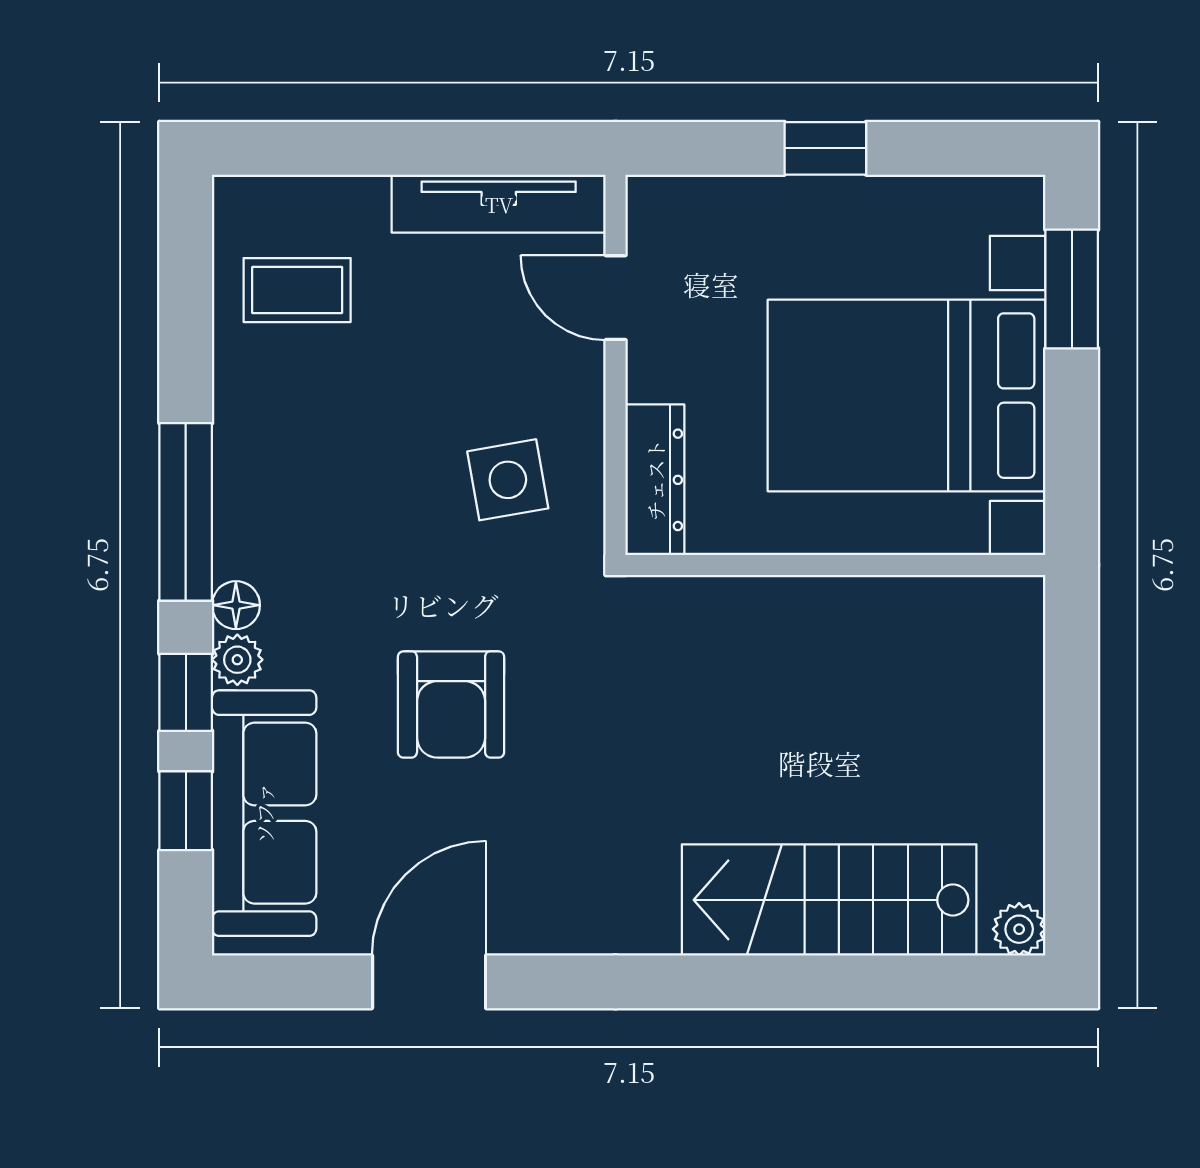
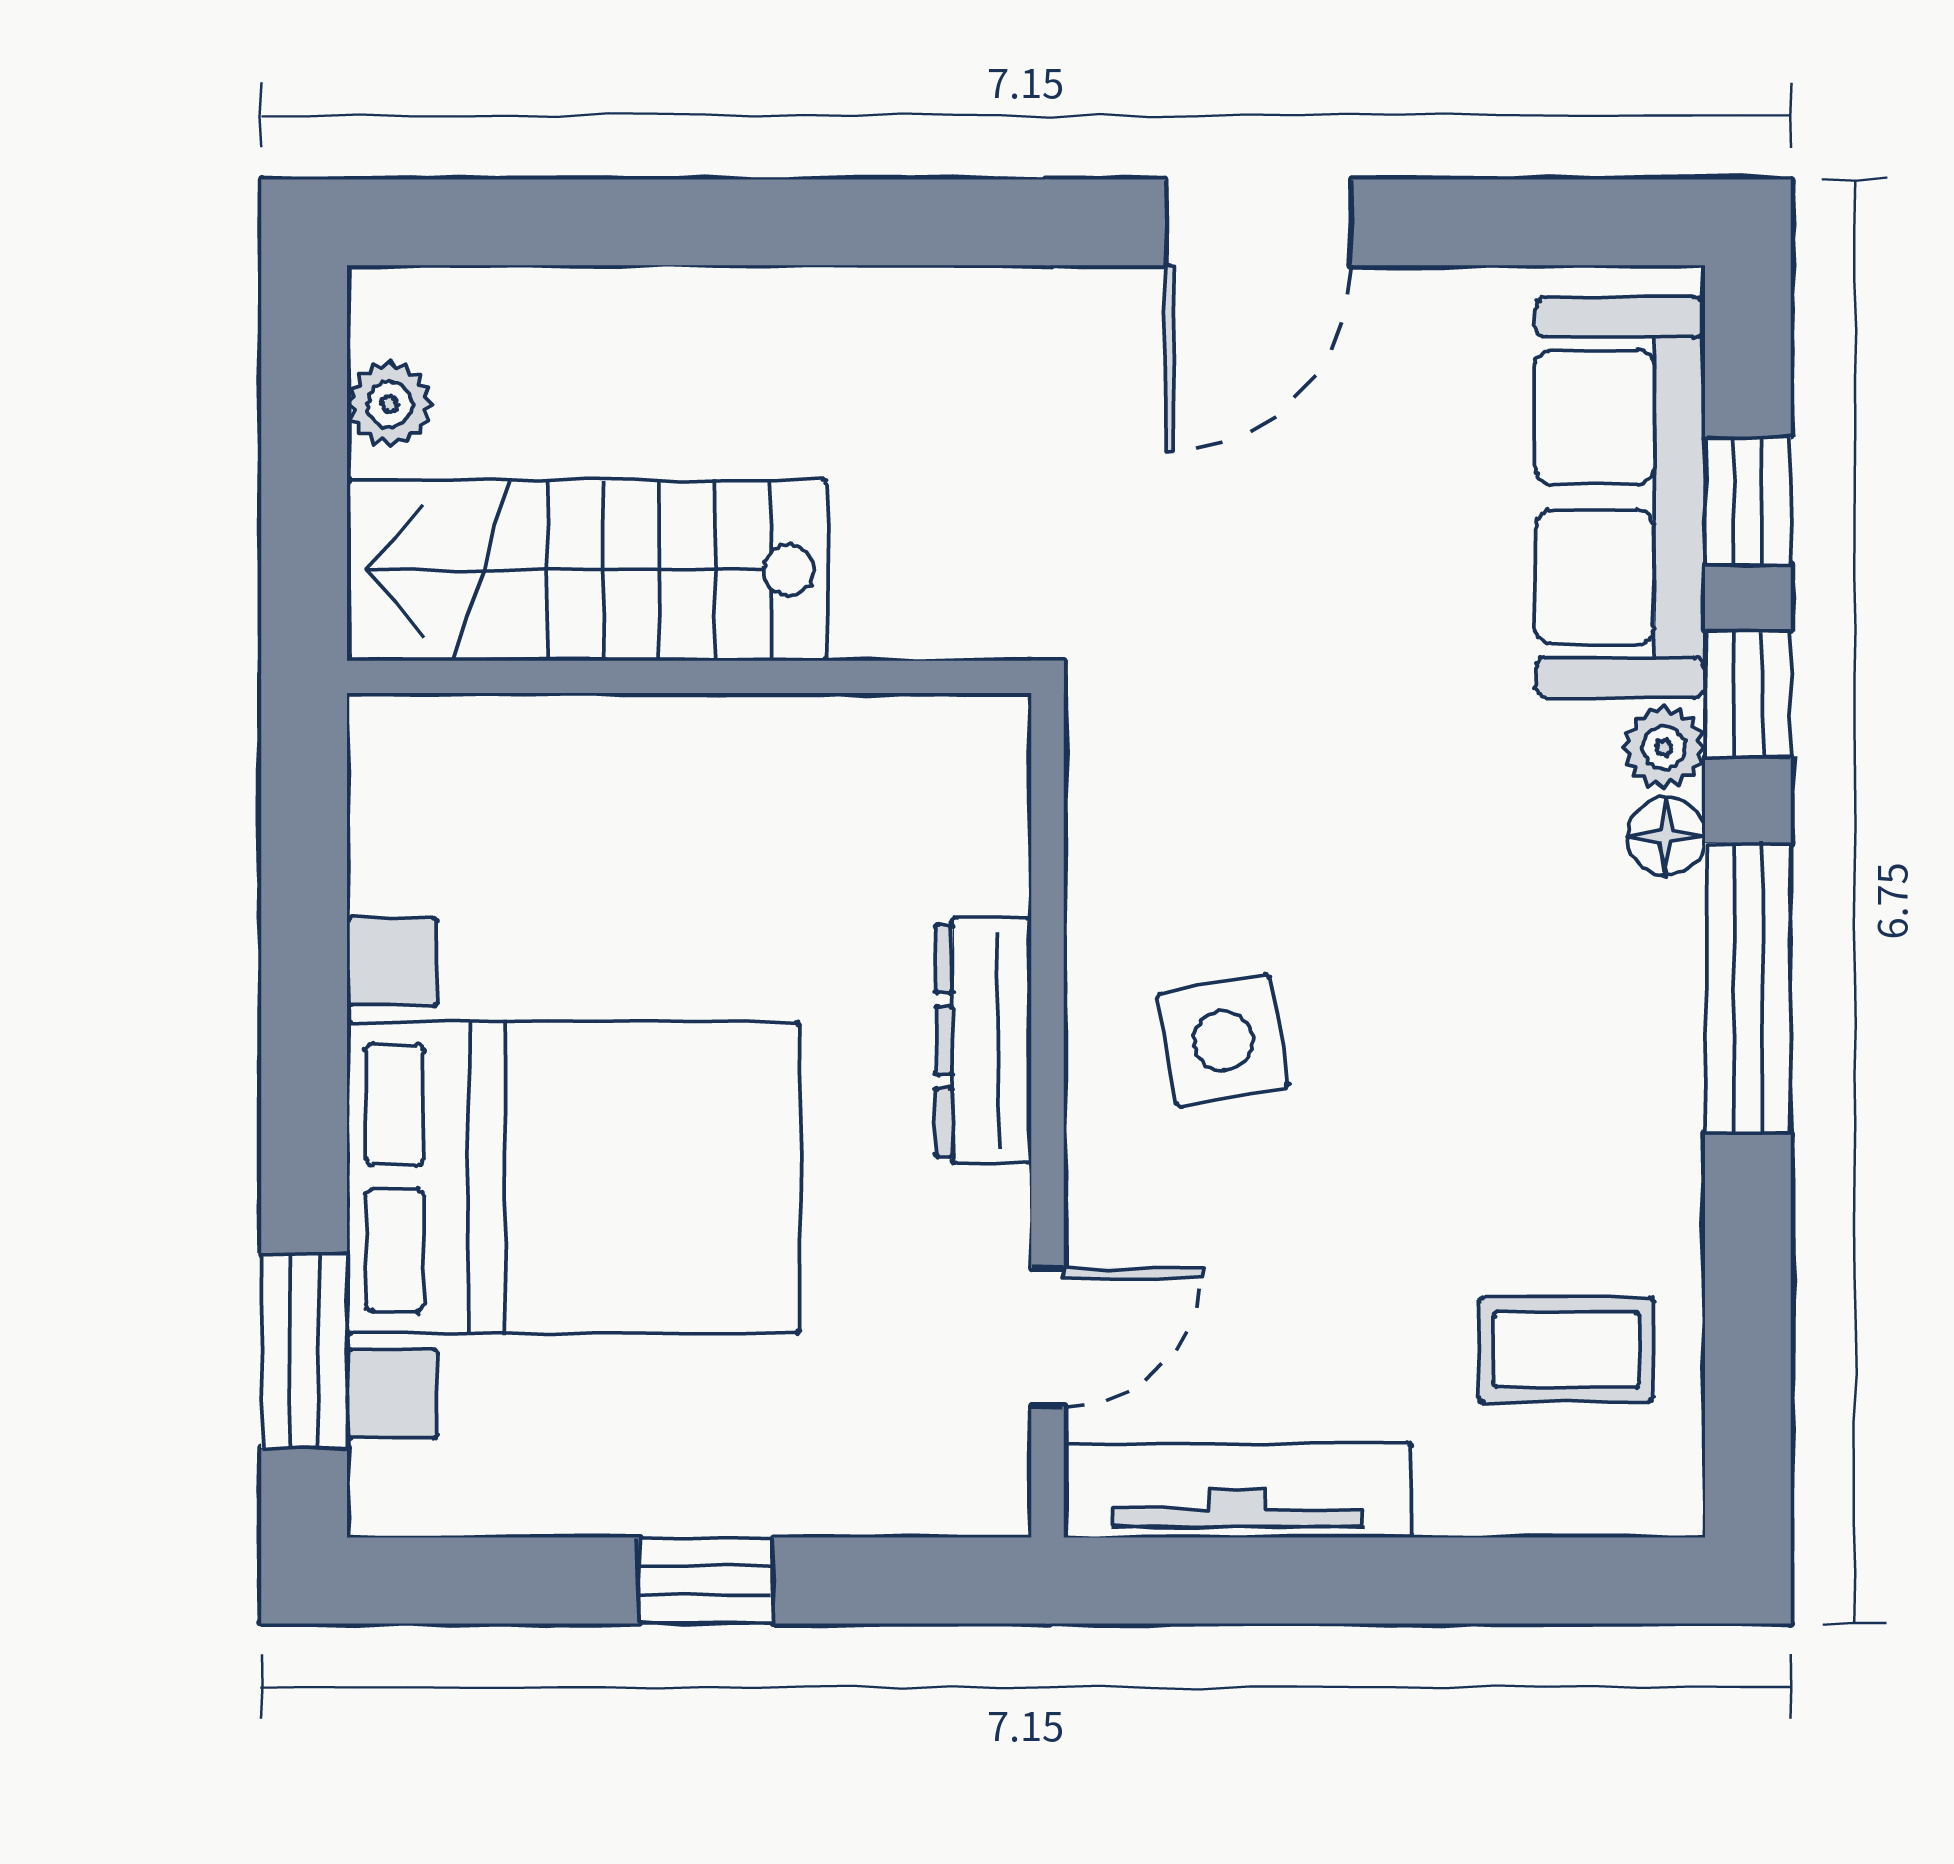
door: (616, 298) -> (1047, 1337), hinge flipped
wall: (835, 565) -> (689, 677), moved
armchair: (451, 704) -> (1316, 674), removed
stairs: (829, 900) -> (587, 570), moved, turned 180
plant: (1019, 929) -> (390, 404), moved
door: (429, 982) -> (1258, 222), moved

